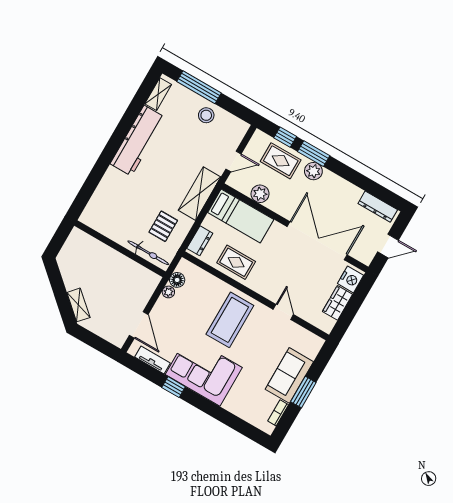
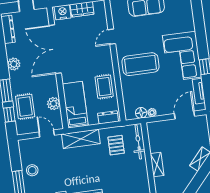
plant: (313, 171) -> (14, 64), moved
pallet: (163, 226) -> (116, 145), turned 90
shelving: (108, 254) -> (157, 165), added

